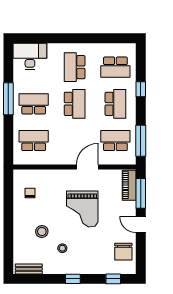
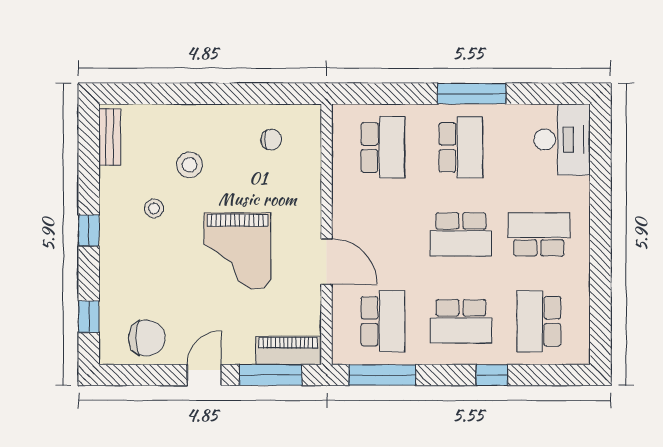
grand piano: (82, 209) -> (237, 251), turned -90
chair: (123, 252) -> (147, 338), turned 180

